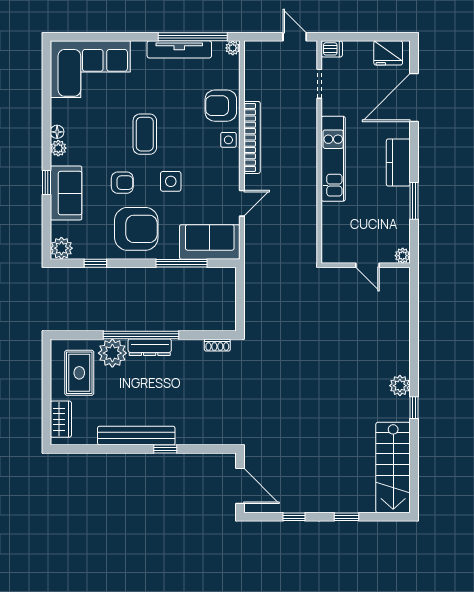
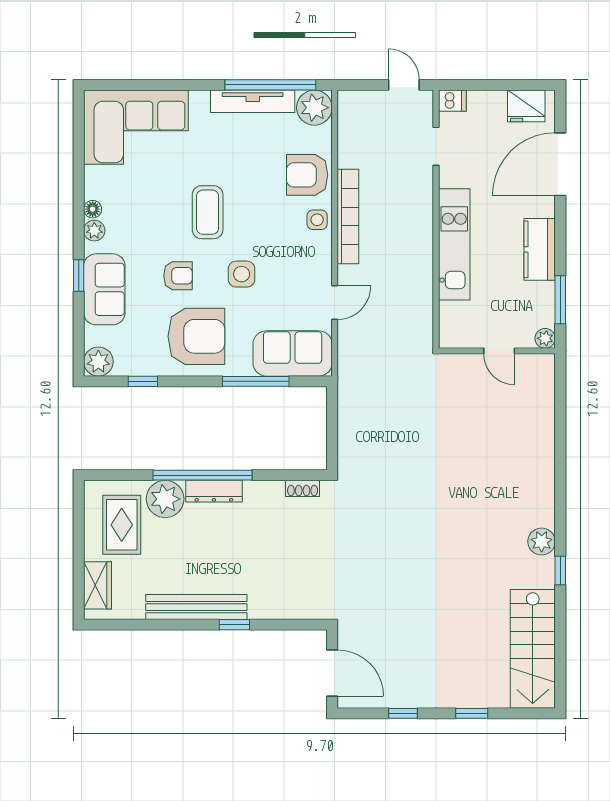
plant: (233, 48) -> (314, 108), width x1.88, depth x1.88
plant: (403, 256) -> (545, 338), moved
wall: (366, 265) -> (497, 351), moved
door: (367, 265) -> (499, 351), moved

